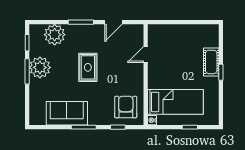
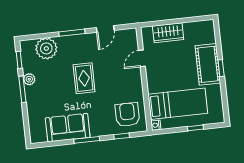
wardrobe: (174, 32) -> (168, 33), added
cot: (211, 62) -> (208, 64), width x1.37, depth x1.34
plant: (40, 67) -> (29, 79), width x0.53, depth x0.53

